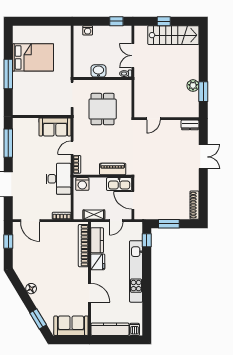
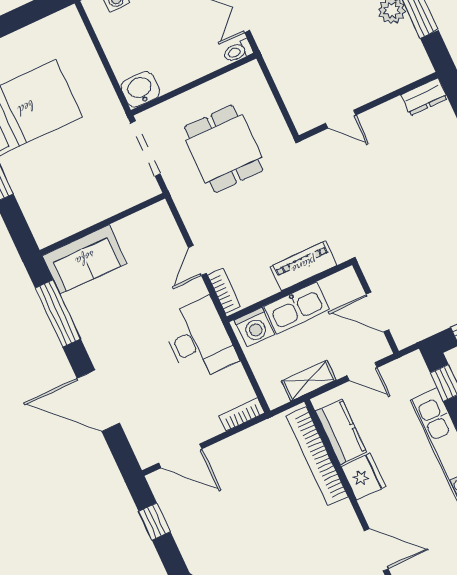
washbasin: (98, 71) -> (140, 89), moved
door: (153, 119) -> (341, 119), hinge flipped
sofa: (55, 127) -> (85, 259), moved
kitchen sink: (119, 184) -> (296, 308), moved
door: (116, 221) -> (362, 372), hinge flipped

